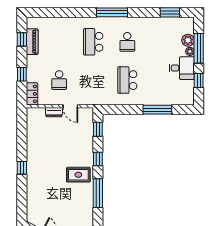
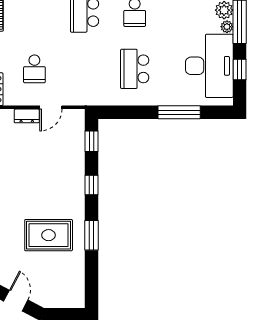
desk: (182, 68) -> (209, 66), width x1.87, depth x1.30
door: (70, 106) -> (51, 107), hinge flipped
rug: (78, 175) -> (49, 235), moved, width x1.36, depth x1.43
window: (98, 193) -> (92, 235), width x0.69

